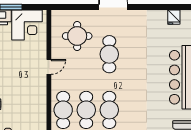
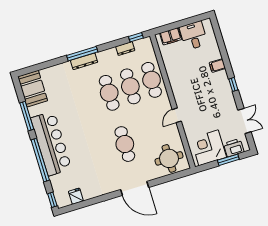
round table: (77, 36) -> (169, 158), moved

